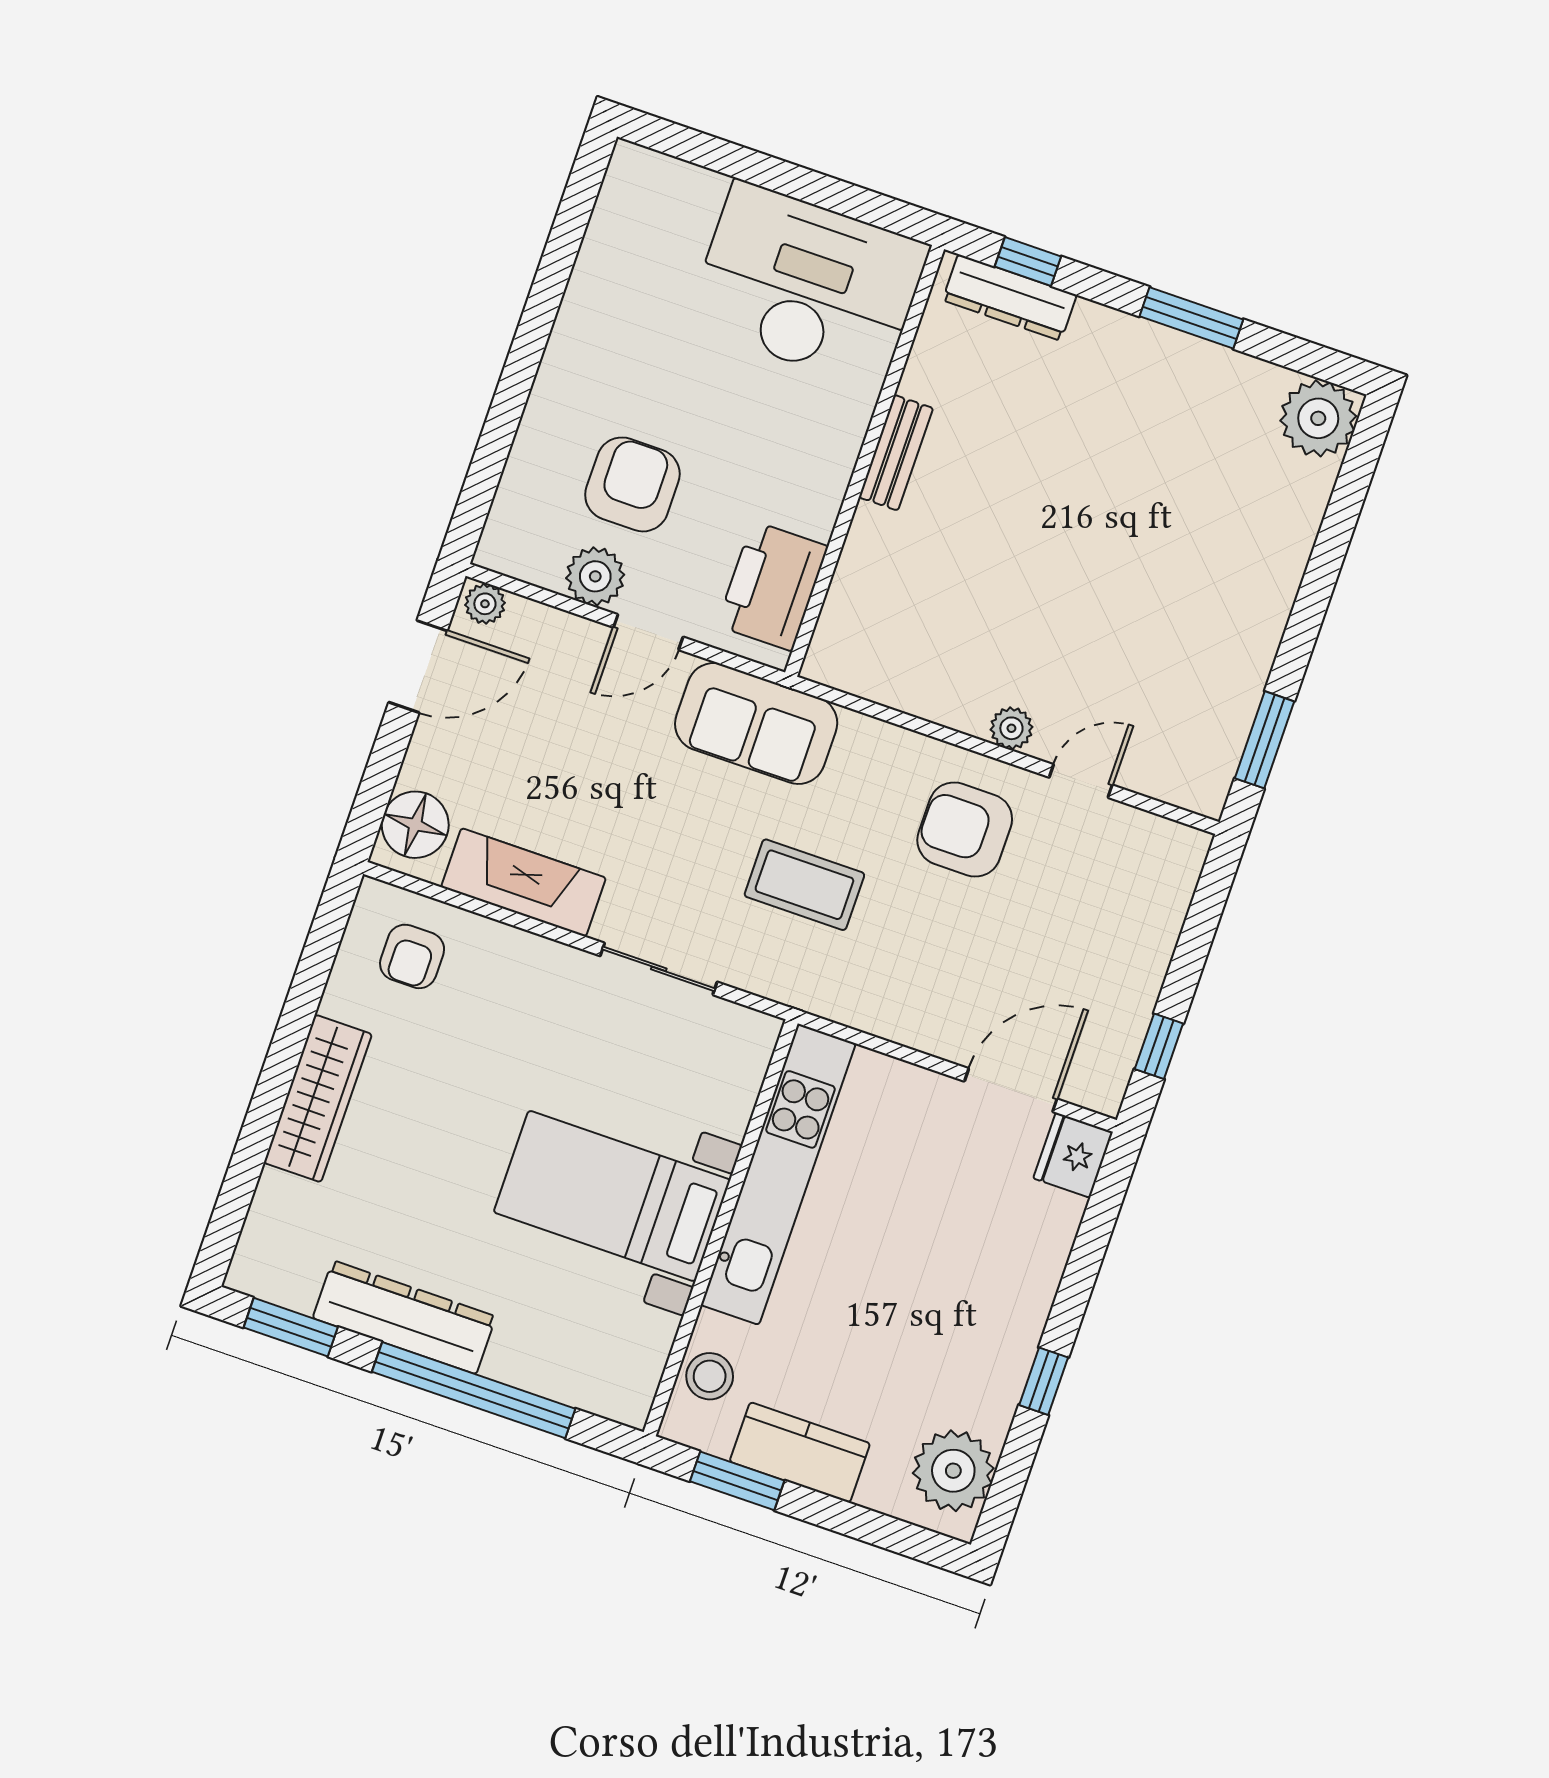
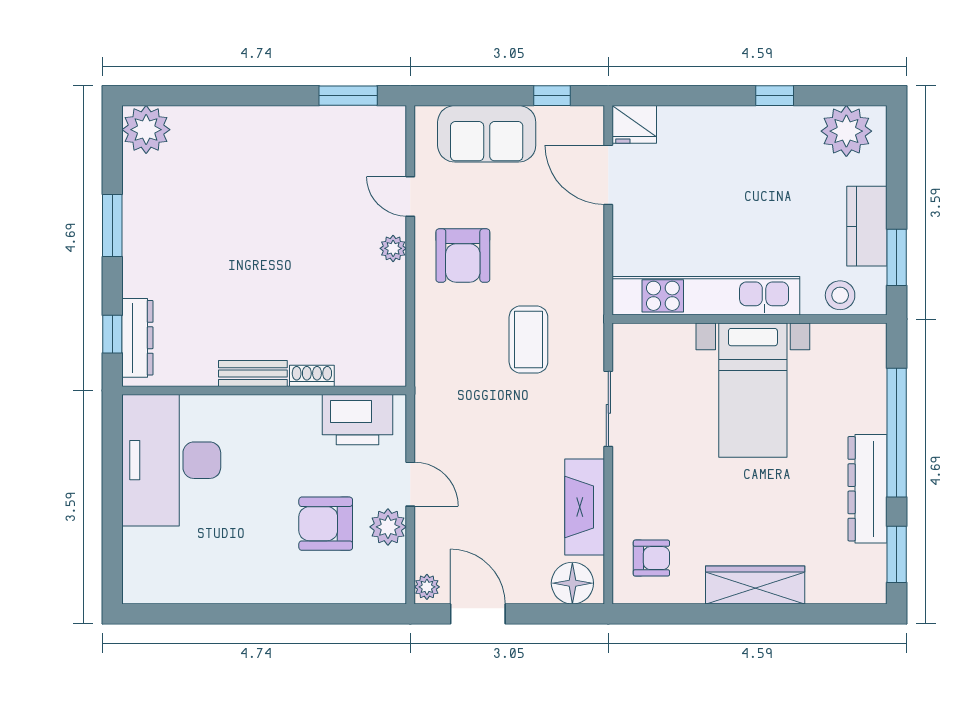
shoe rack: (862, 540) -> (312, 376), added
sofa: (756, 723) -> (487, 134), moved, turned 90

